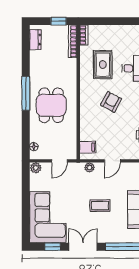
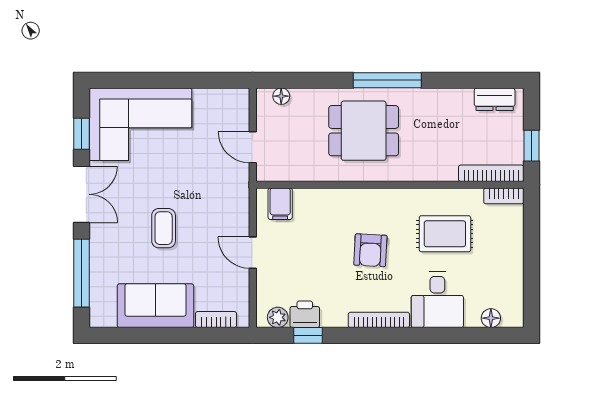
armchair: (111, 102) -> (370, 250), turned 65
plant: (90, 167) -> (240, 207), removed
plant: (36, 168) -> (239, 100), removed

